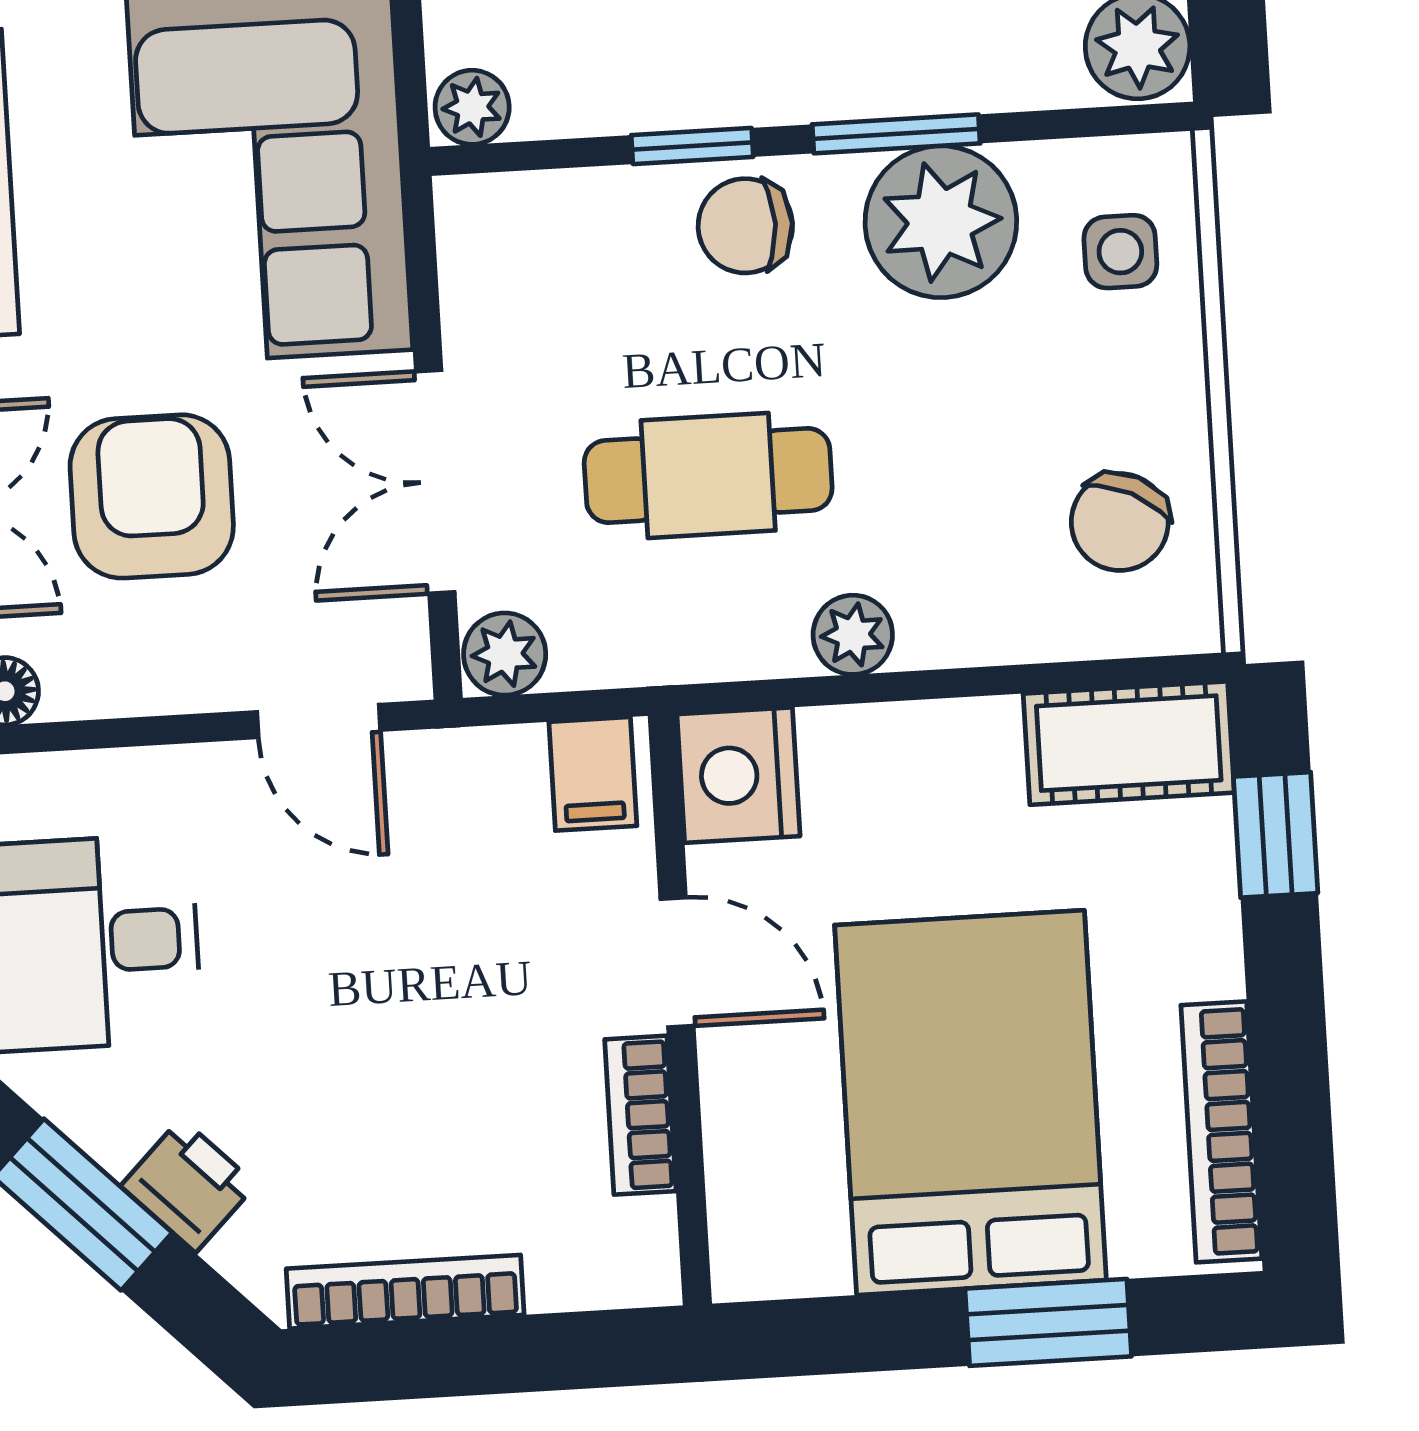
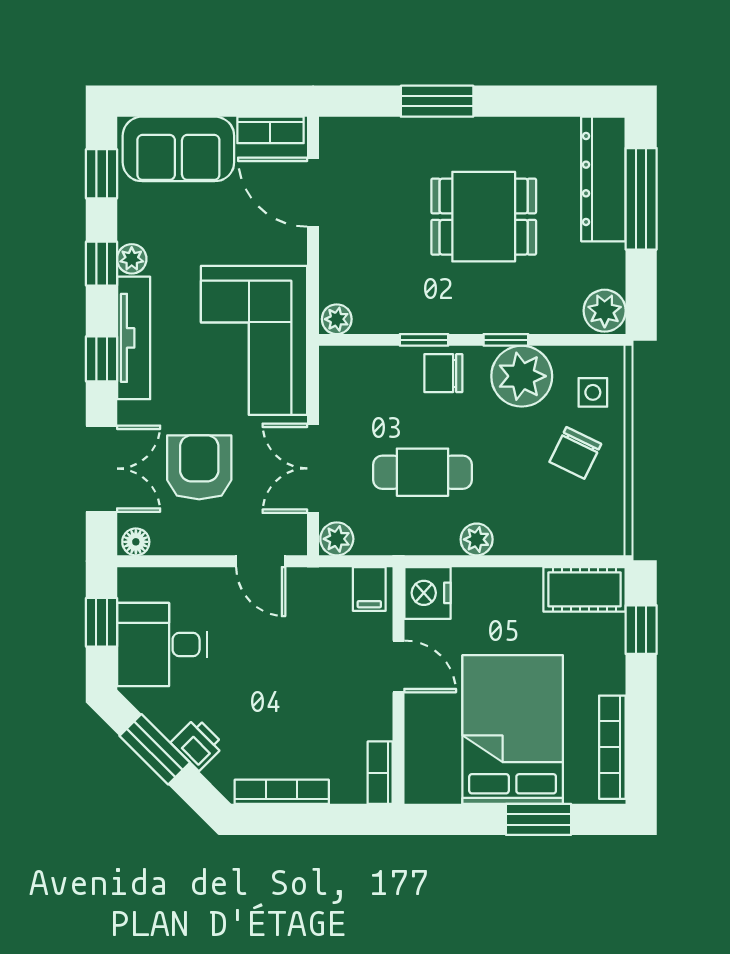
window: (896, 134) -> (506, 340), width x0.67
chair: (1120, 522) -> (575, 453), moved
bookcase: (640, 1115) -> (380, 773), moved

